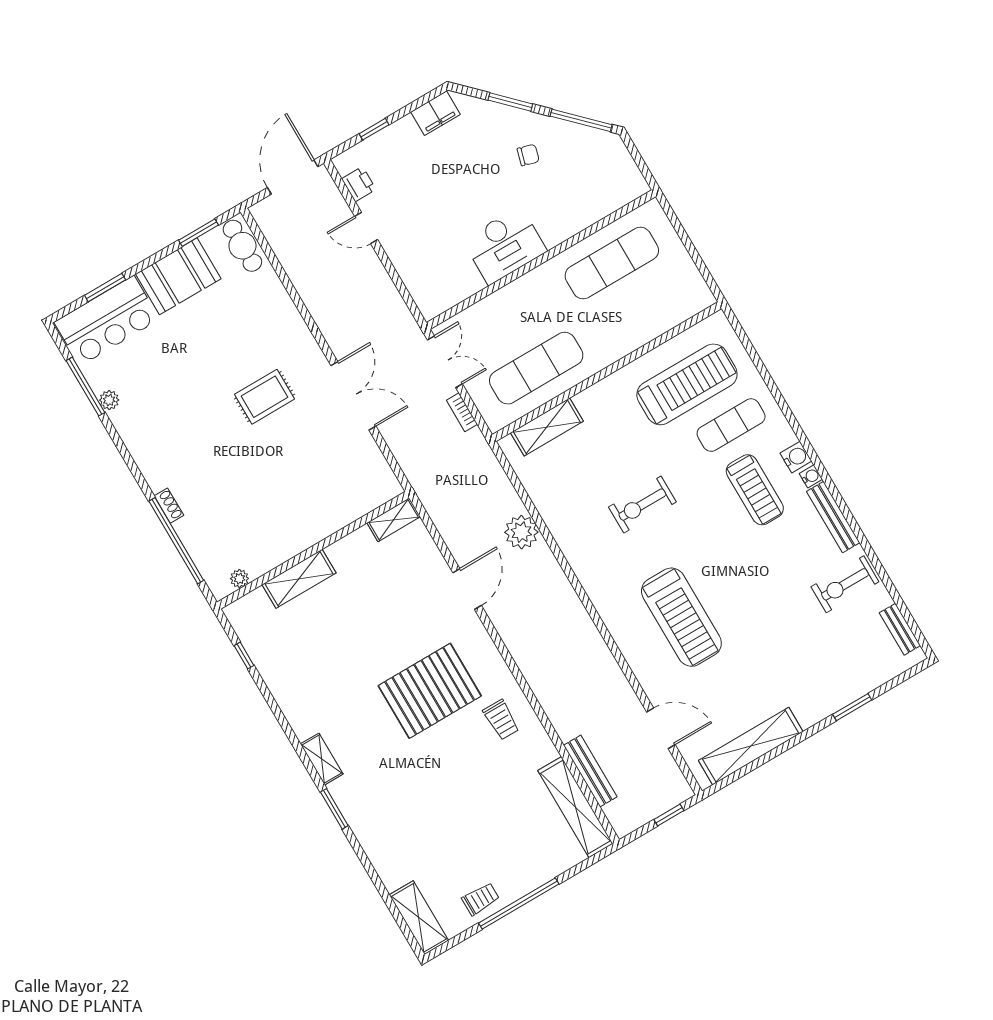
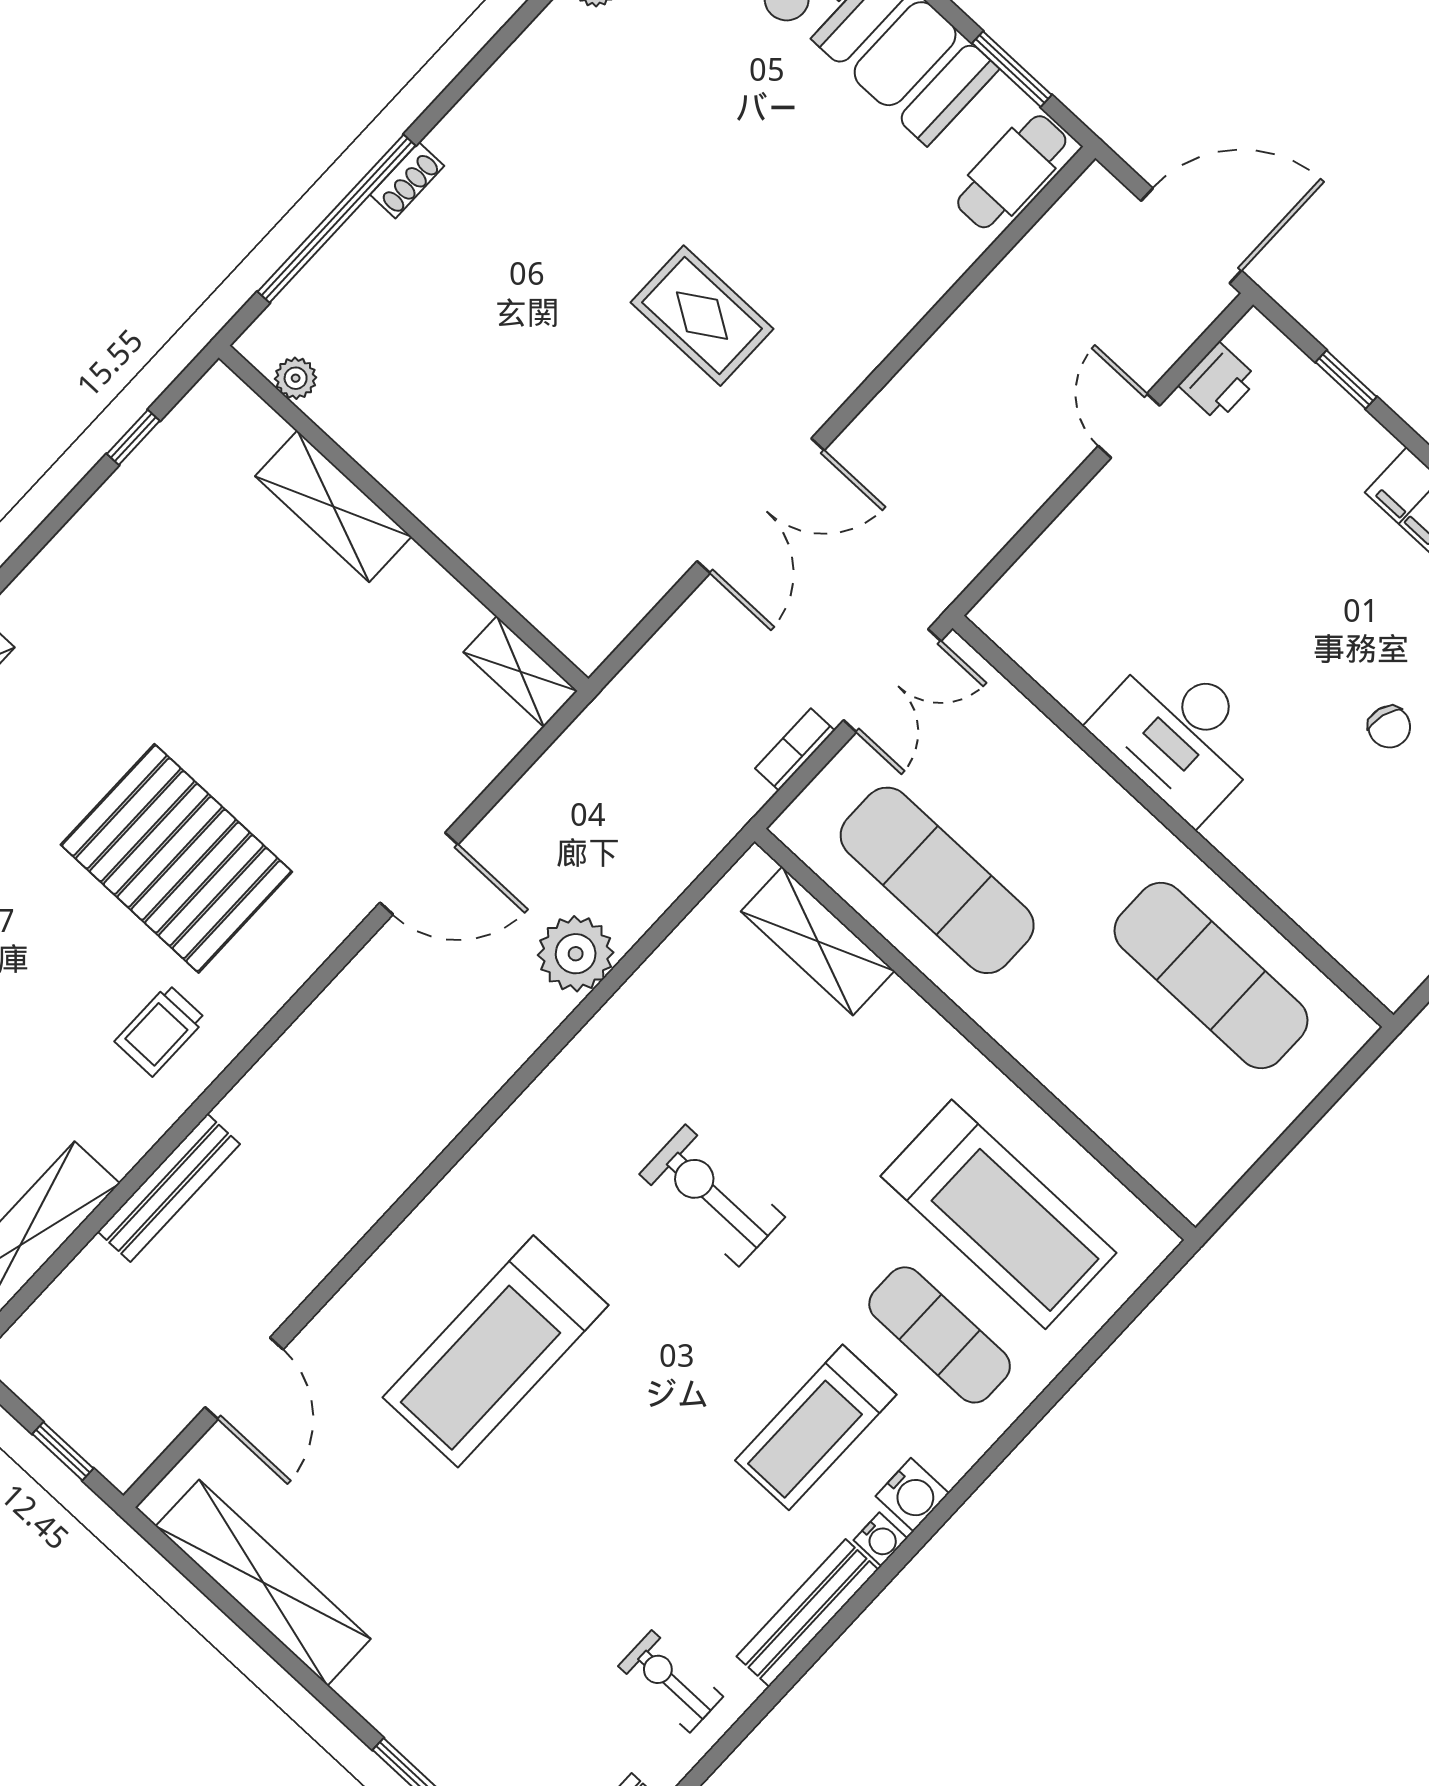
exercise bike: (845, 584) -> (671, 1681), width x0.73, depth x0.72
bench: (590, 771) -> (169, 1188), moved

